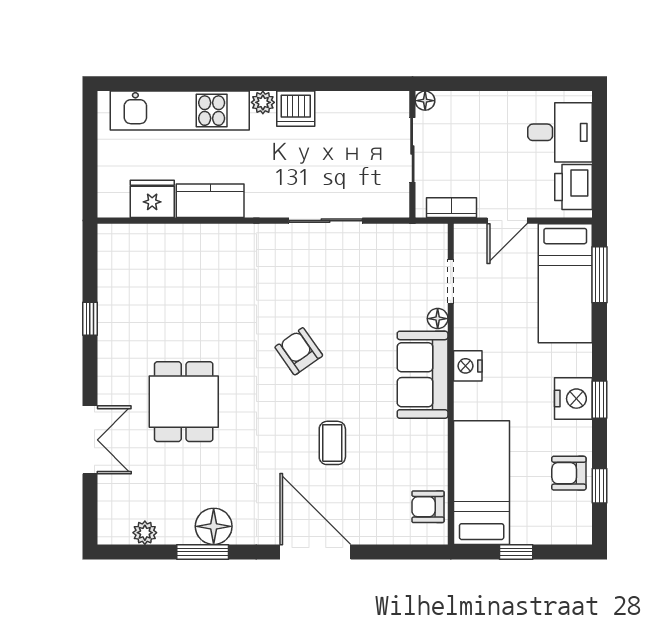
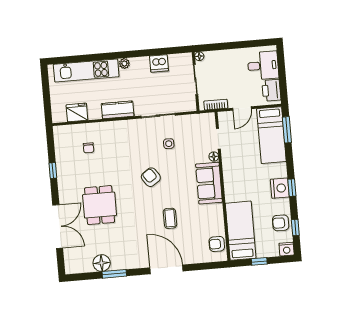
dishwasher: (296, 109) -> (159, 63), moved
kitchen counter: (210, 201) -> (118, 110), moved
chair: (171, 277) -> (89, 148), added
side table: (343, 283) -> (169, 144), added
nightstand: (468, 366) -> (287, 249), moved, turned -90
double door: (90, 440) -> (58, 227), width x1.37
floor lamp: (214, 526) -> (102, 263), moved
plant: (145, 533) -> (87, 267), removed

